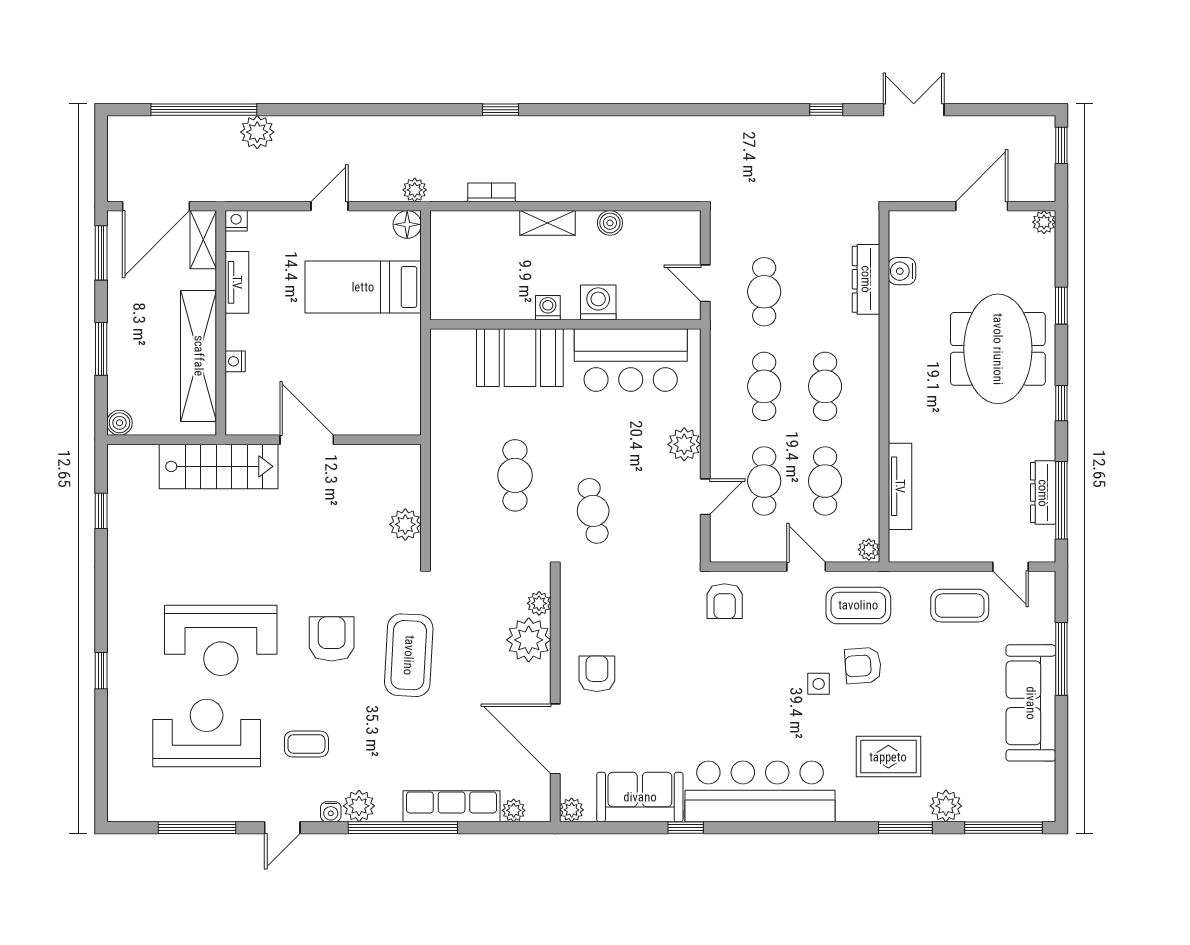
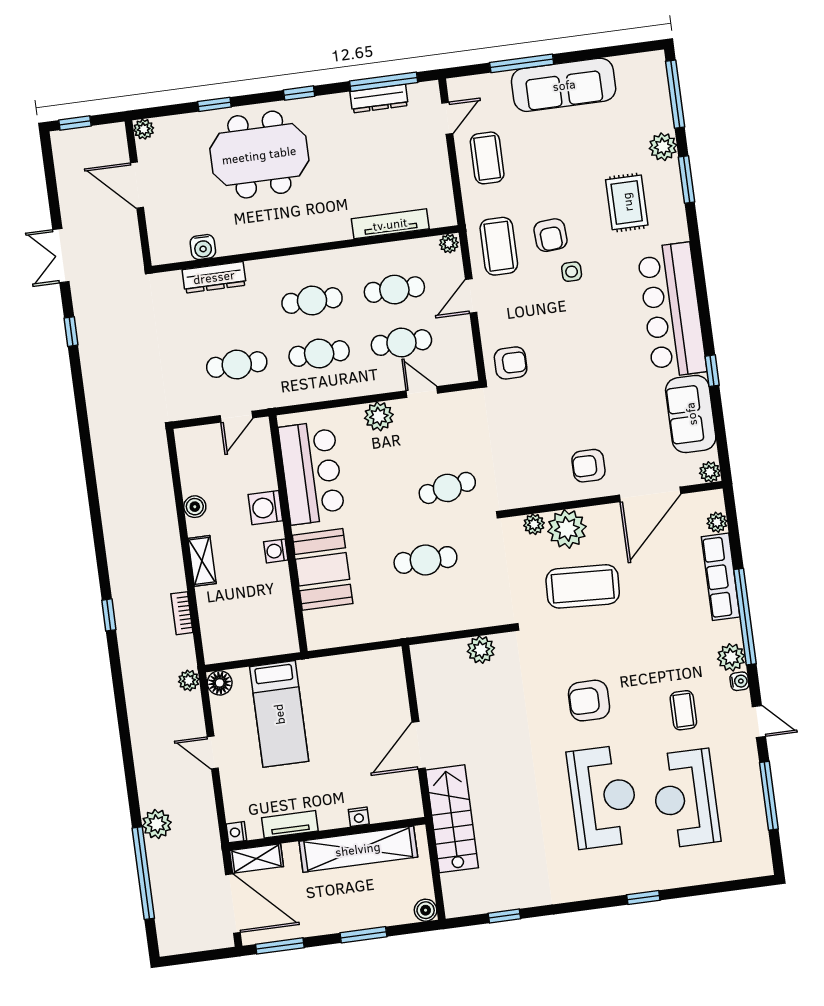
coffee table: (409, 655) -> (583, 586), moved

